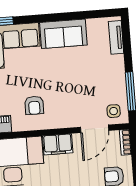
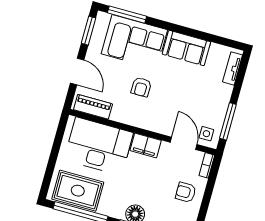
armchair: (34, 105) -> (141, 87), moved
door: (95, 129) -> (184, 143), swing flipped

